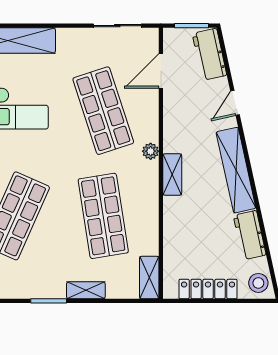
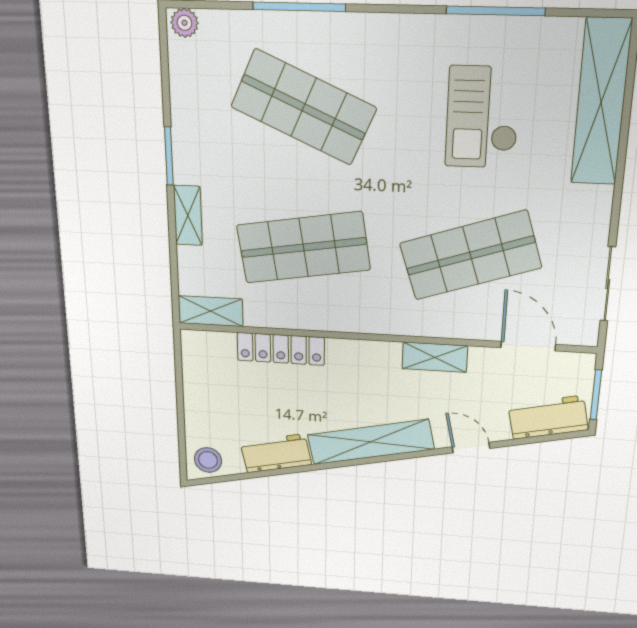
plant: (151, 151) -> (403, 324), removed
shelving: (172, 175) -> (435, 357), moved
locker: (208, 289) -> (281, 349), moved, turned 90

